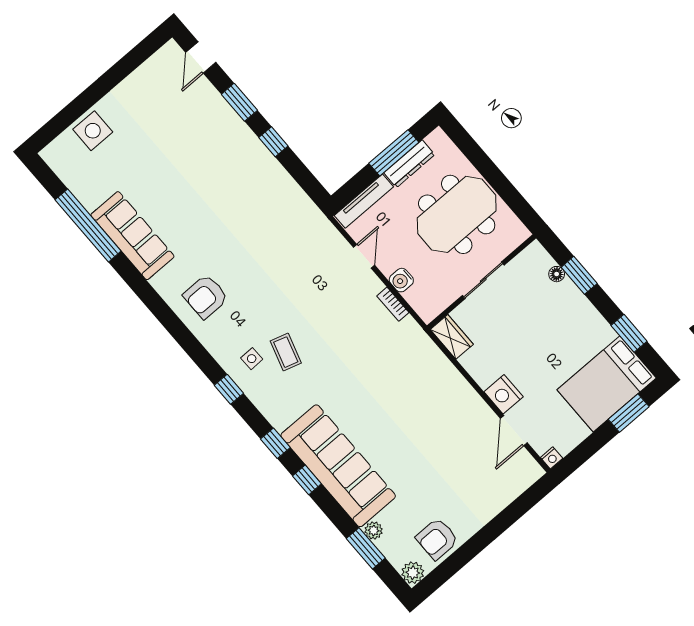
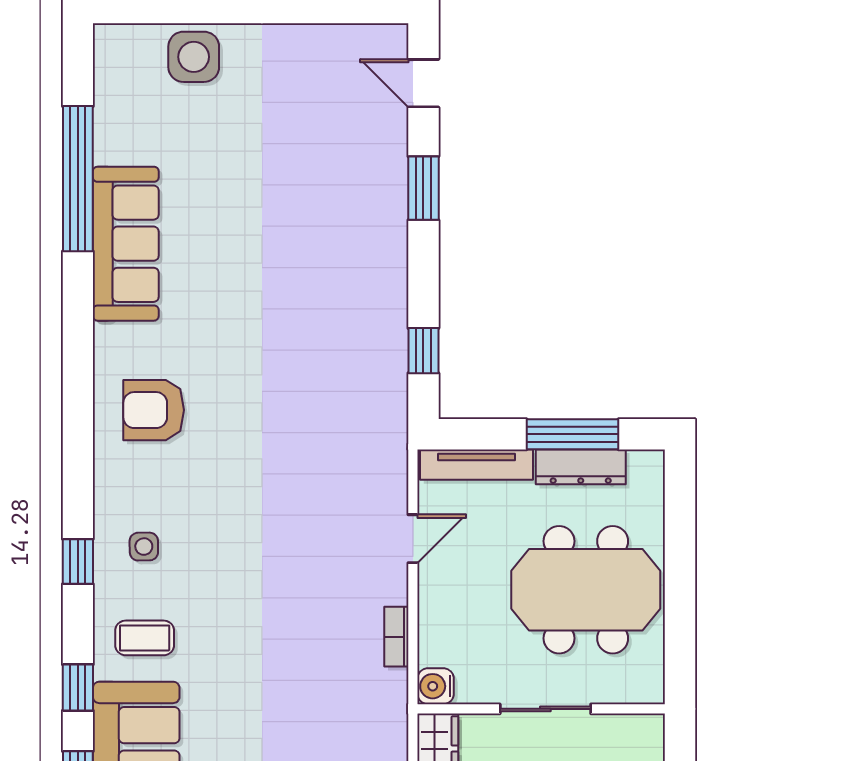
door: (201, 57) -> (423, 83), hinge flipped
window: (273, 142) -> (423, 351), moved
water cooler: (401, 280) -> (436, 686), moved
coffee table: (286, 352) -> (145, 638), moved, turned 73

